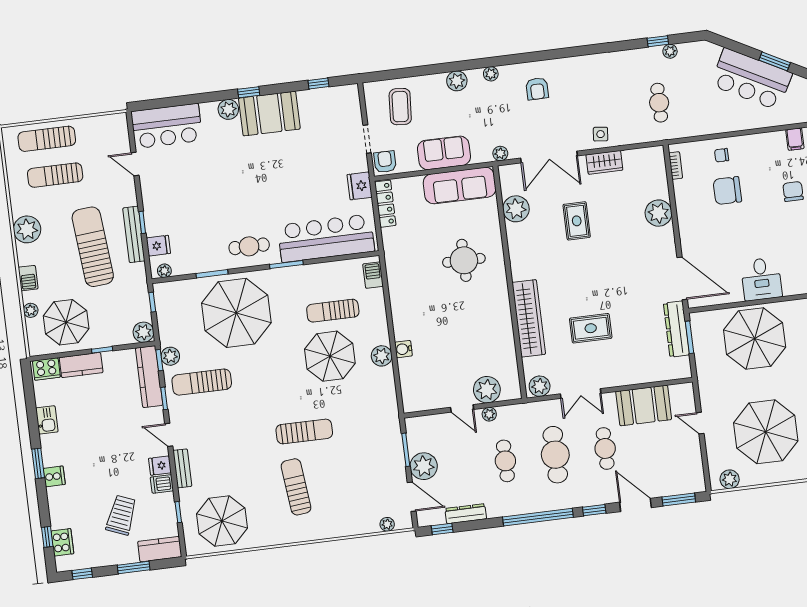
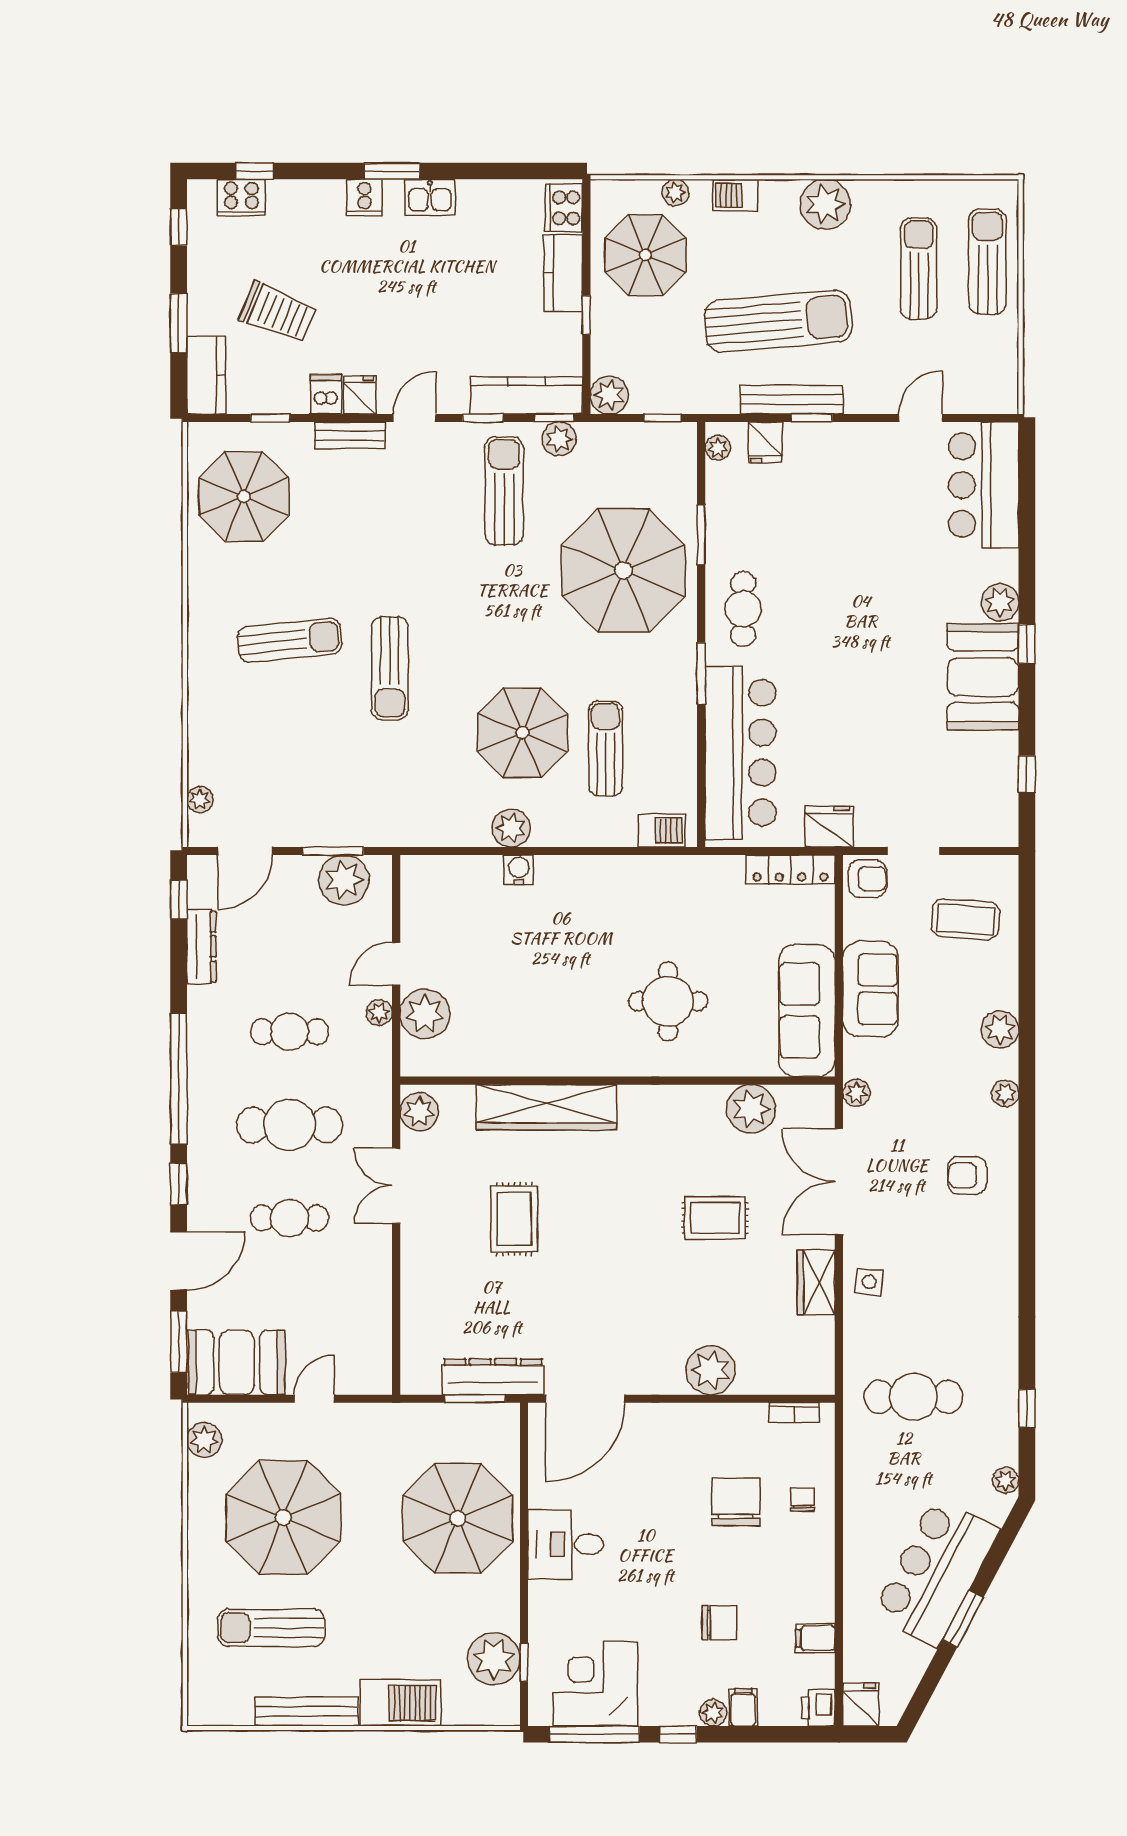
plant: (670, 51) -> (1006, 1480), moved
cafe table: (659, 103) -> (914, 1397), width x1.37, depth x1.35
booth: (644, 405) -> (237, 1362), moved, turned 90
kitchen sink: (47, 420) -> (430, 197), moved
plant: (424, 466) -> (344, 880), moved

